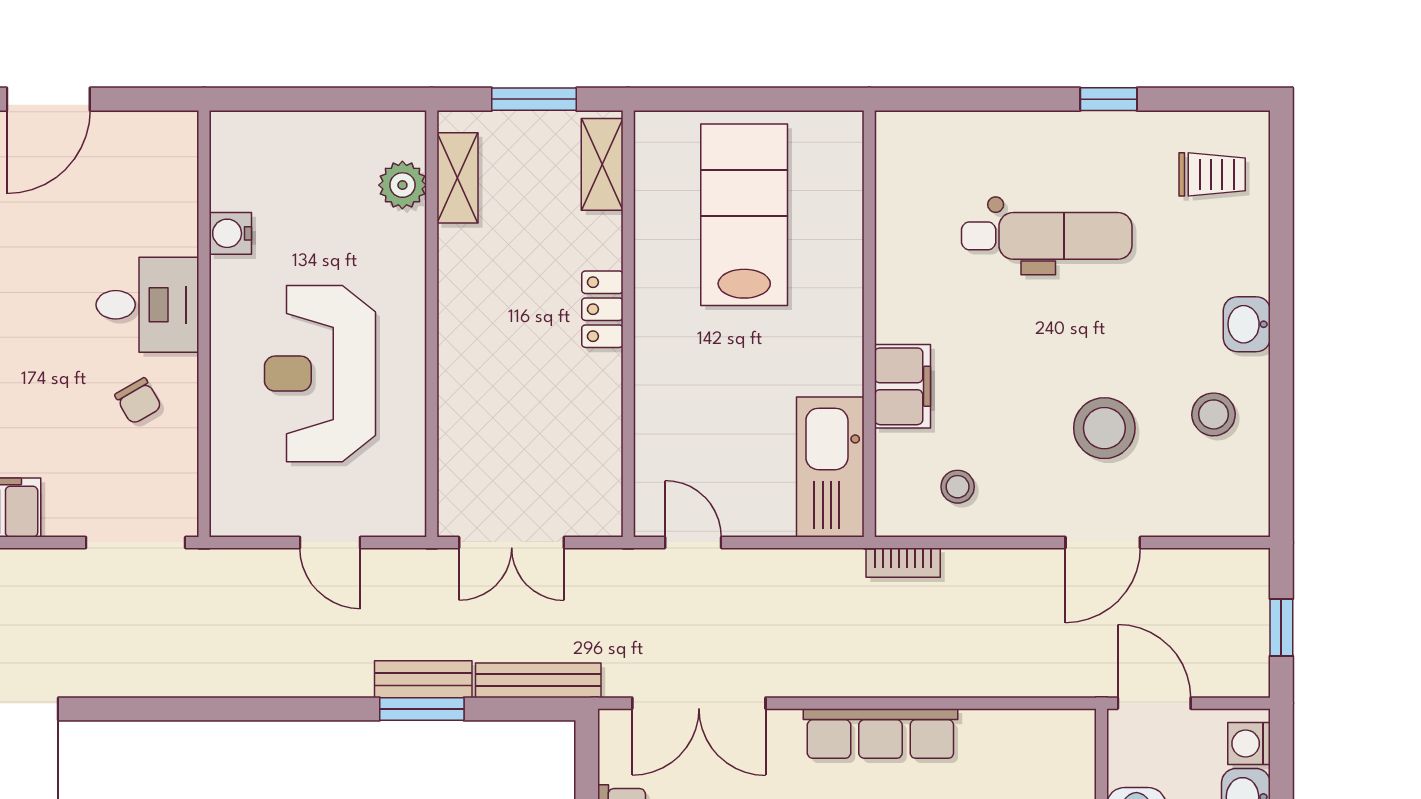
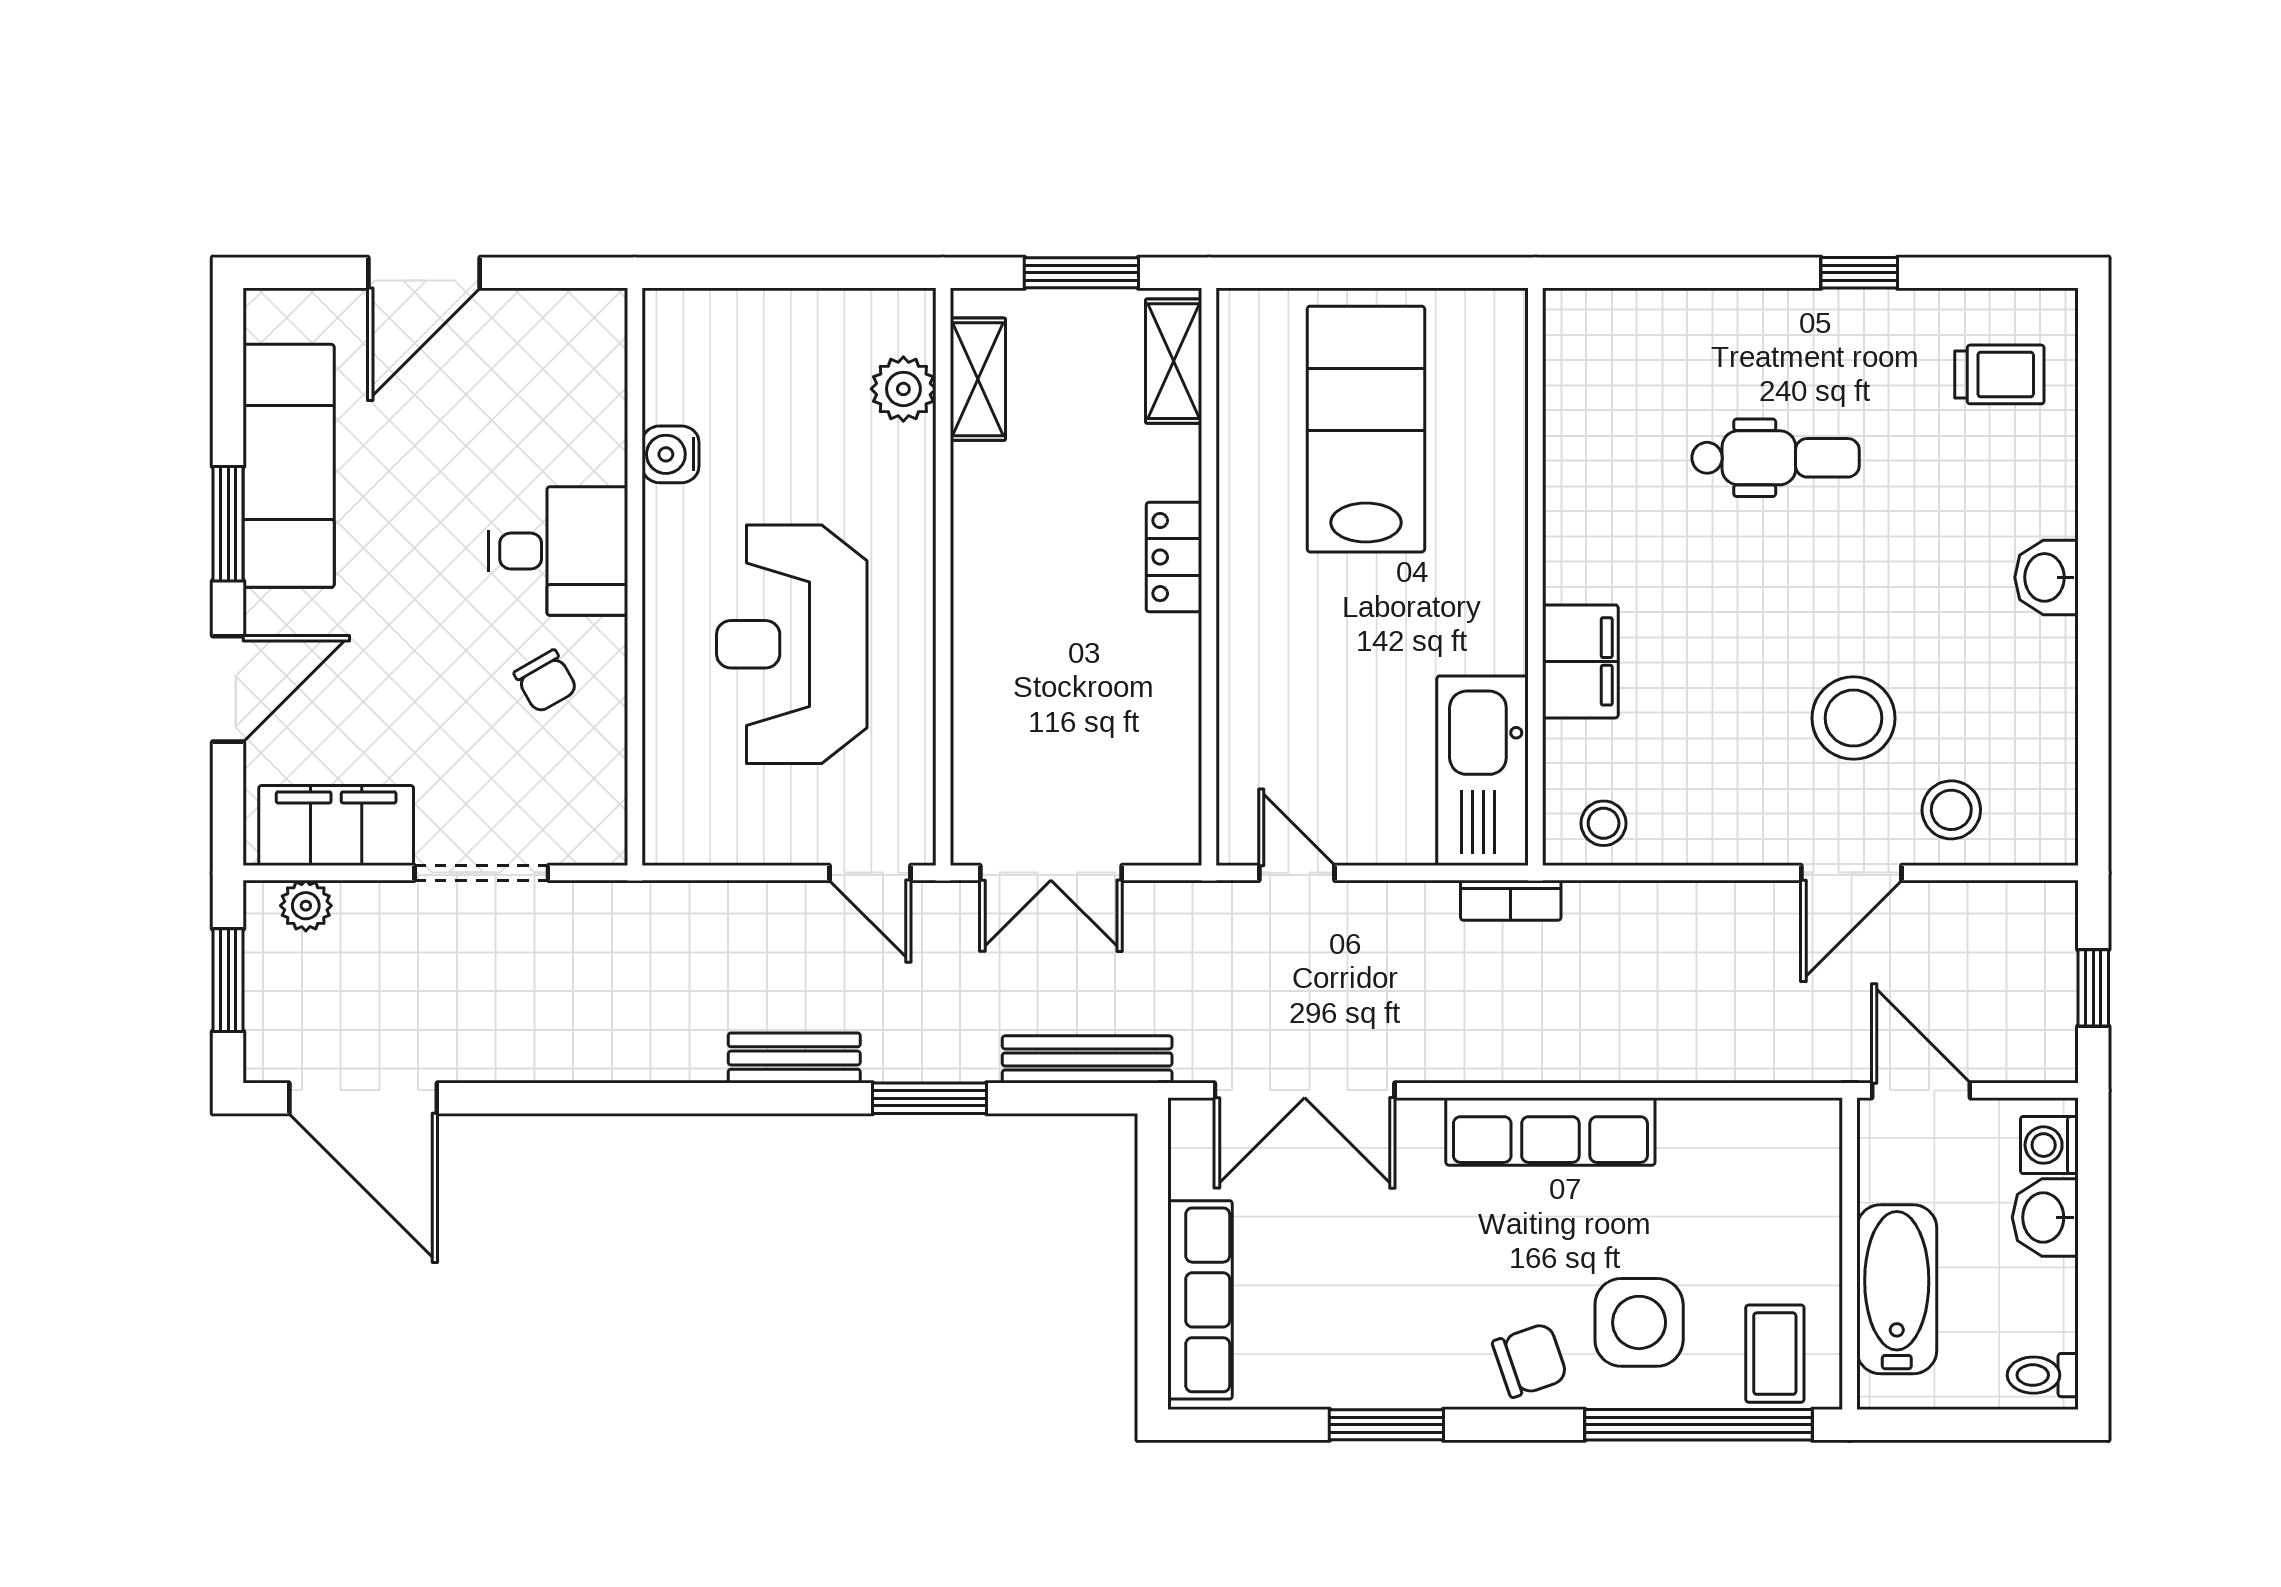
dental chair: (1047, 236) -> (1776, 458), width x0.73, depth x0.72
stool: (1213, 414) -> (1951, 810), moved
stool: (958, 487) -> (1604, 823), moved
doorway: (136, 542) -> (481, 873), moved
door: (330, 542) -> (870, 873), moved
bookcase: (903, 563) -> (1511, 900), moved
bench: (423, 679) -> (794, 1058), moved

